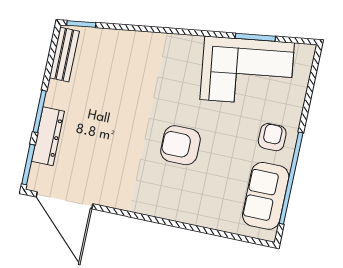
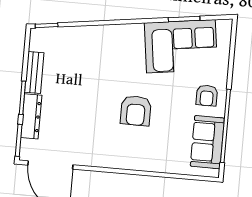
bench: (64, 54) -> (34, 72), moved
armchair: (272, 137) -> (207, 96), turned 180
armchair: (180, 145) -> (136, 111), turned -90

